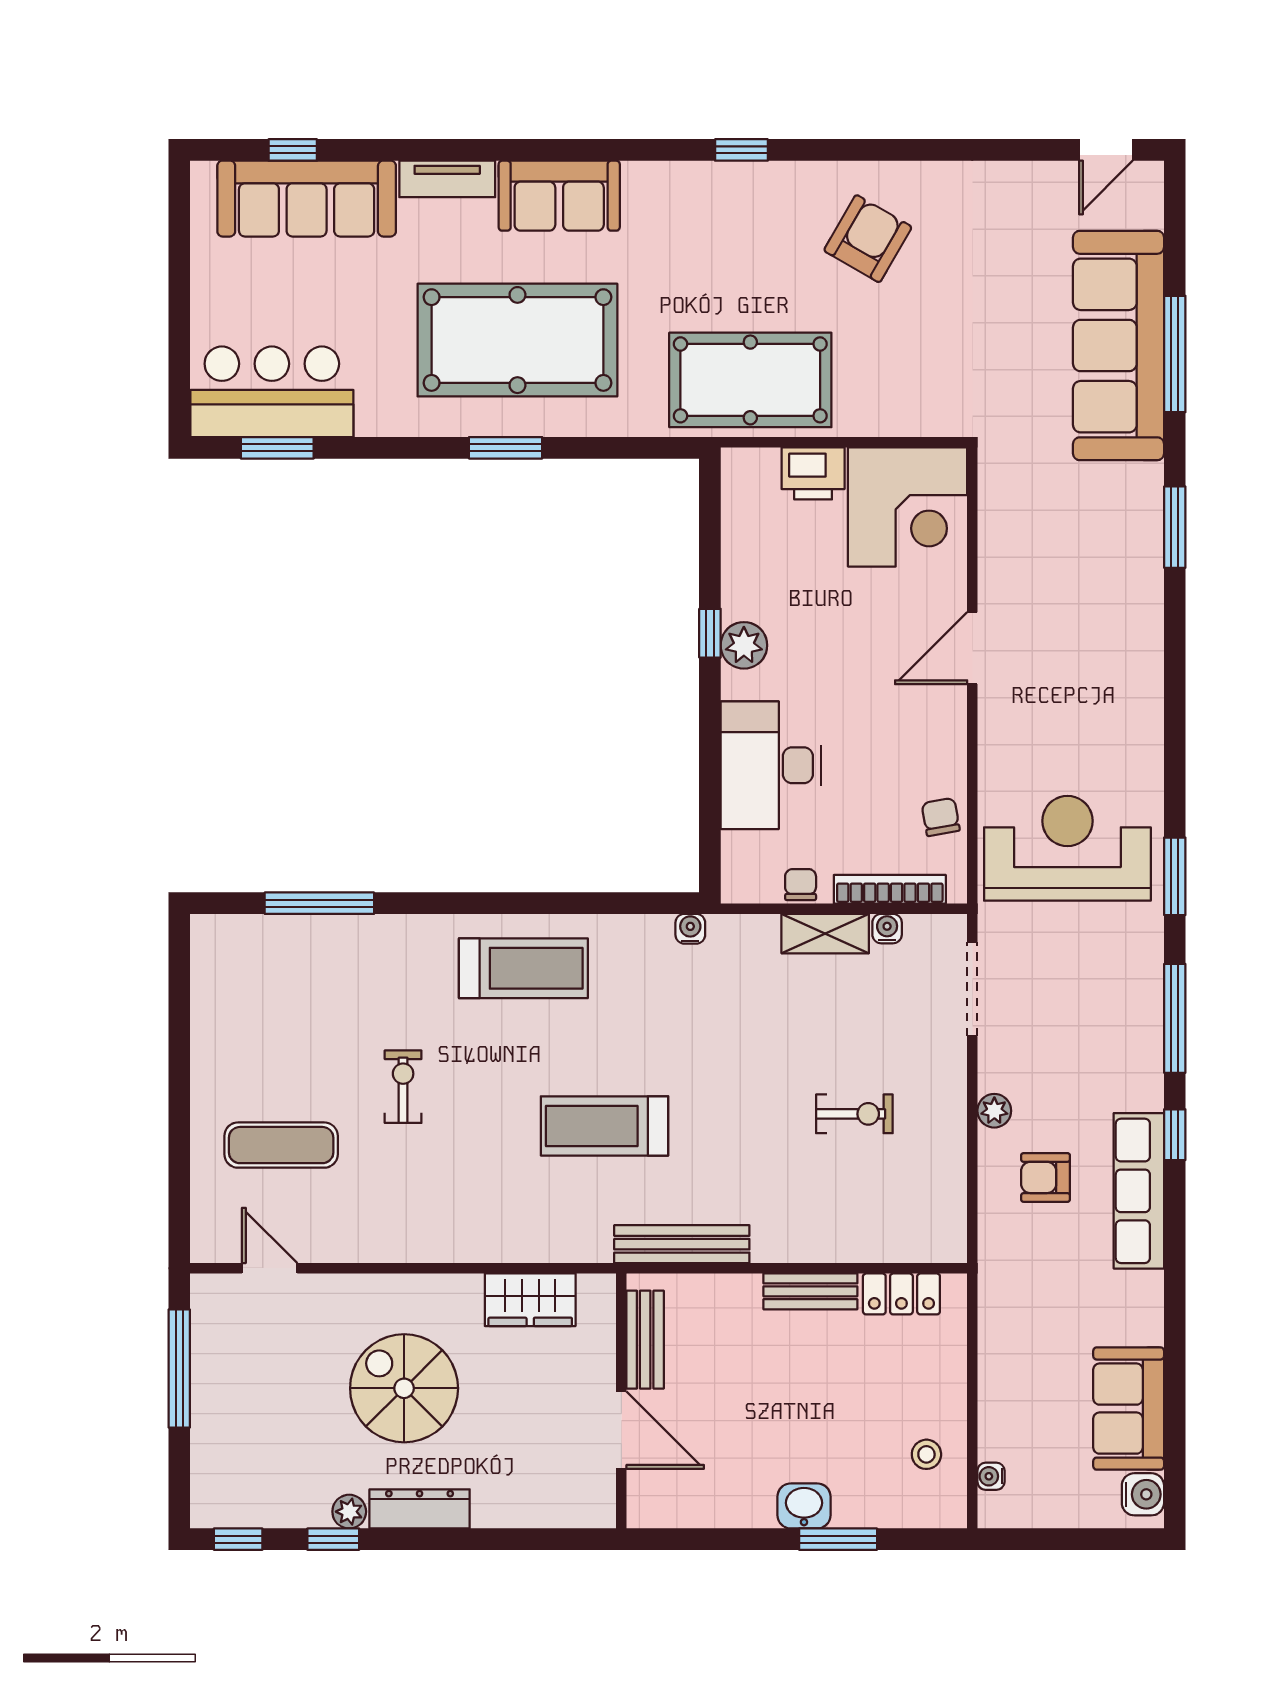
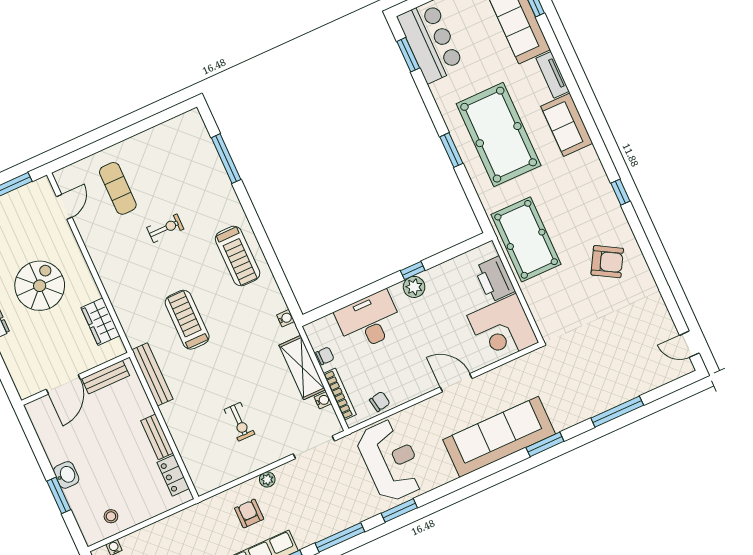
sofa: (1118, 346) -> (499, 437), moved
printer: (813, 473) -> (495, 279), width x1.37, depth x1.19
shelving: (825, 934) -> (302, 368), width x1.50, depth x1.33

